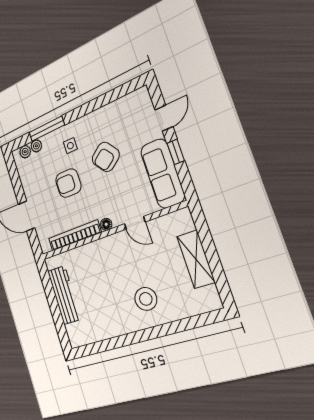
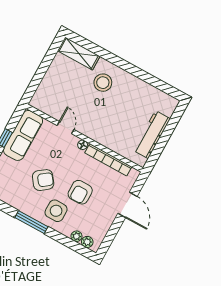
window: (47, 129) -> (31, 222), moved
side table: (70, 146) -> (56, 211), width x1.87, depth x1.87
armchair: (68, 183) -> (80, 192), turned 90
shelving: (196, 259) -> (79, 54), moved, turned 90

